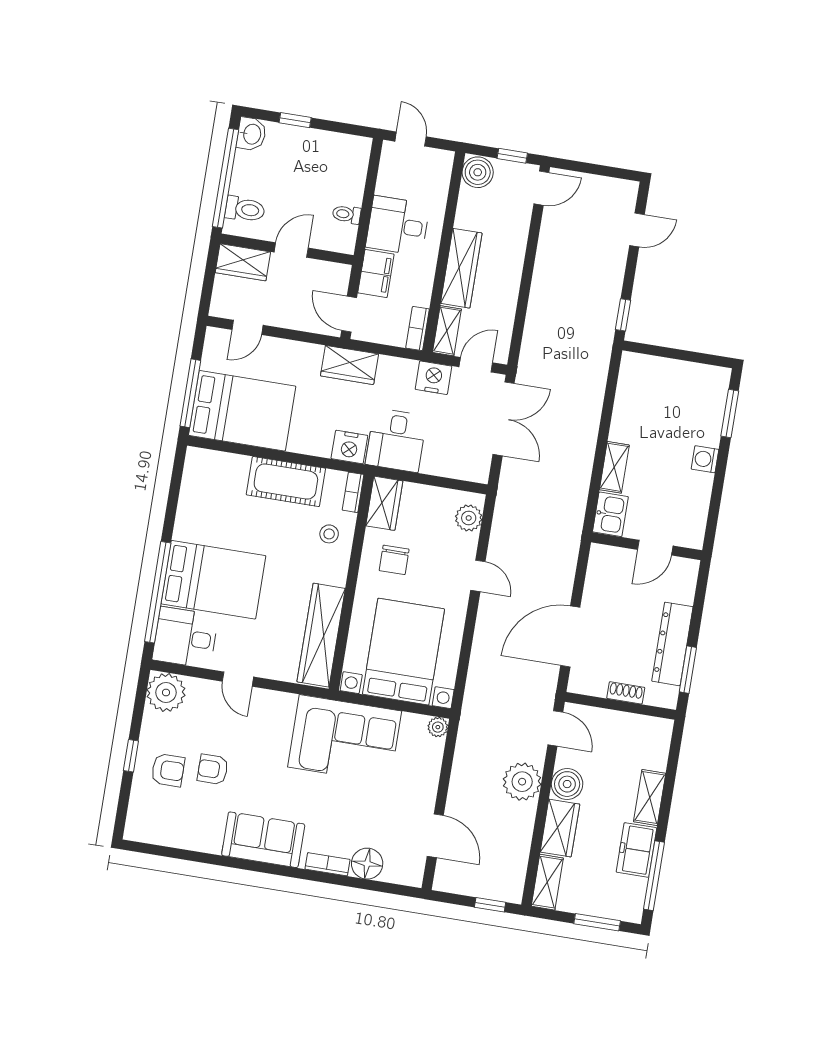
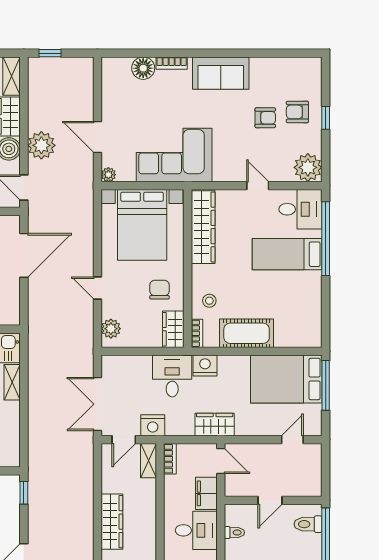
wardrobe: (243, 262) -> (303, 486), removed
wardrobe: (461, 268) -> (112, 522), moved, turned 180
bed: (213, 580) -> (287, 254), width x0.67
door: (435, 836) -> (97, 137), moved

